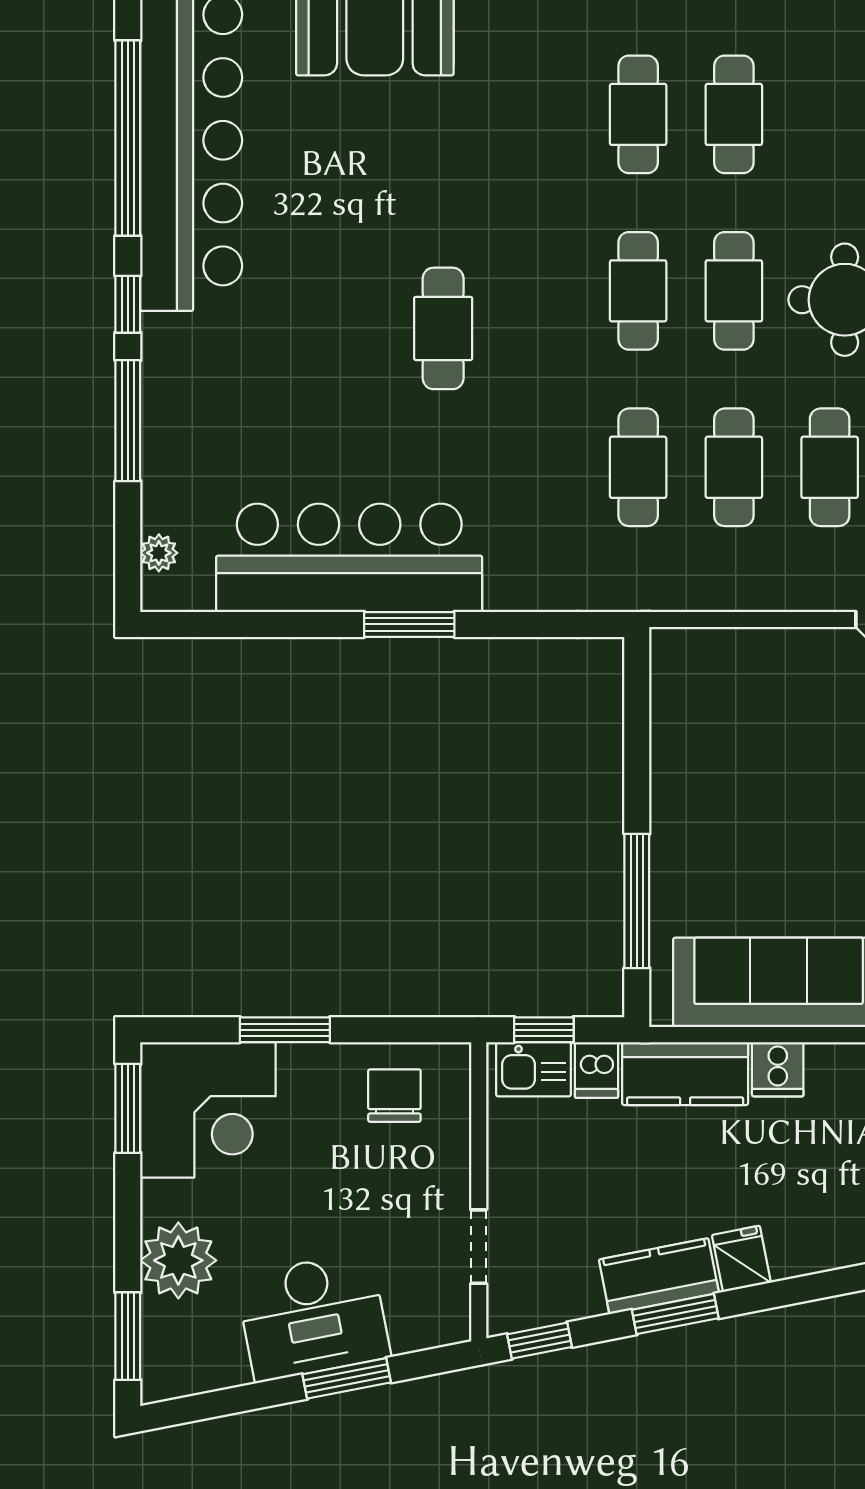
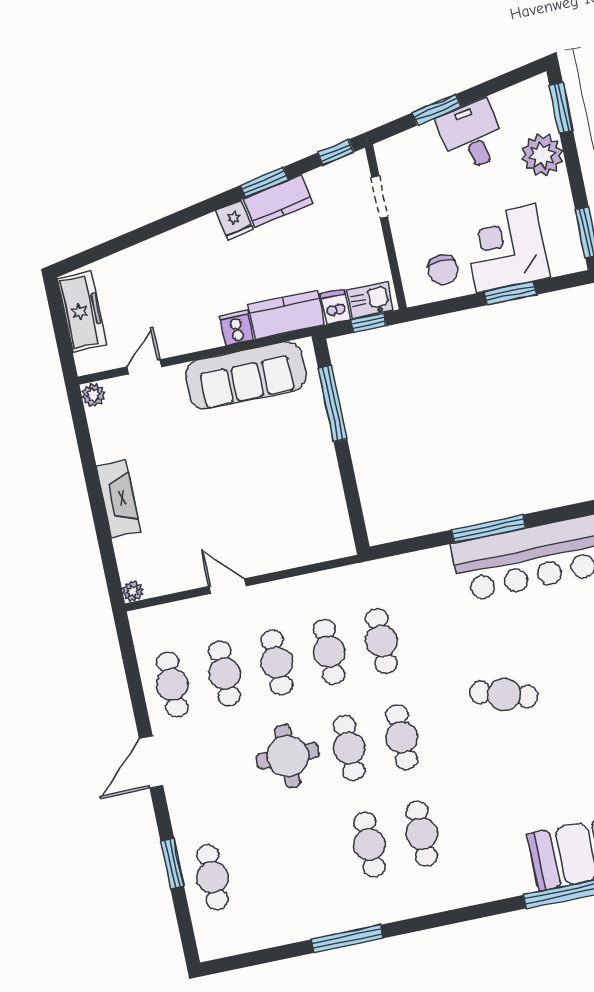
cafe table: (443, 328) -> (504, 694), turned -73
window: (409, 624) -> (489, 529), width x1.44
corner desk: (208, 1110) -> (506, 248), moved
desk: (313, 1317) -> (472, 136), width x0.73

